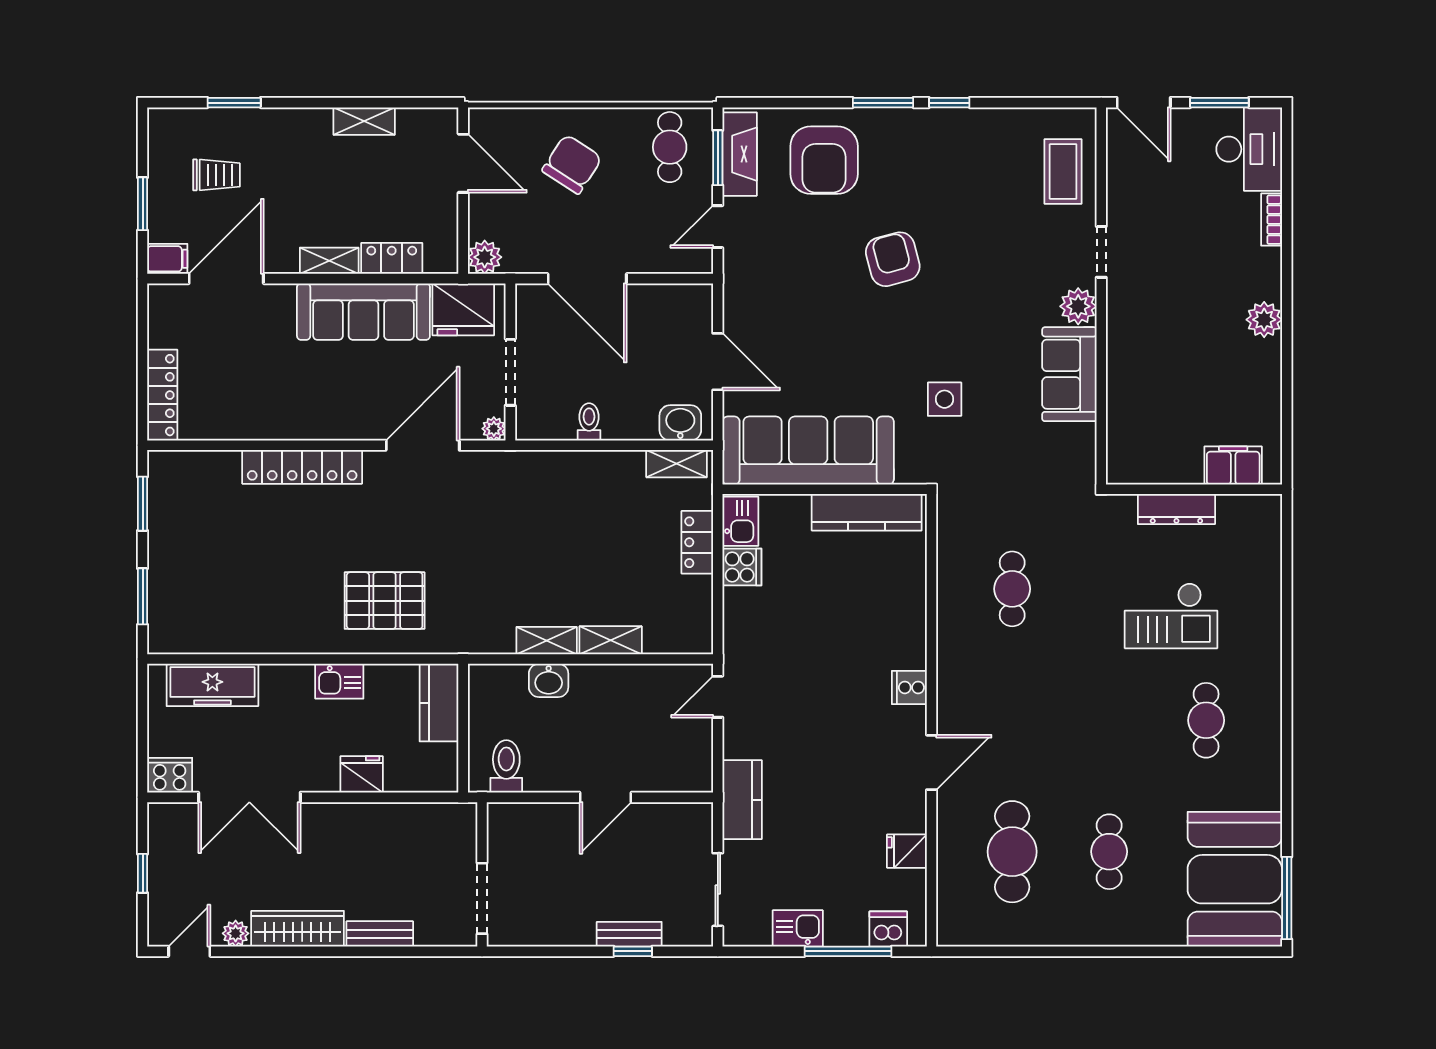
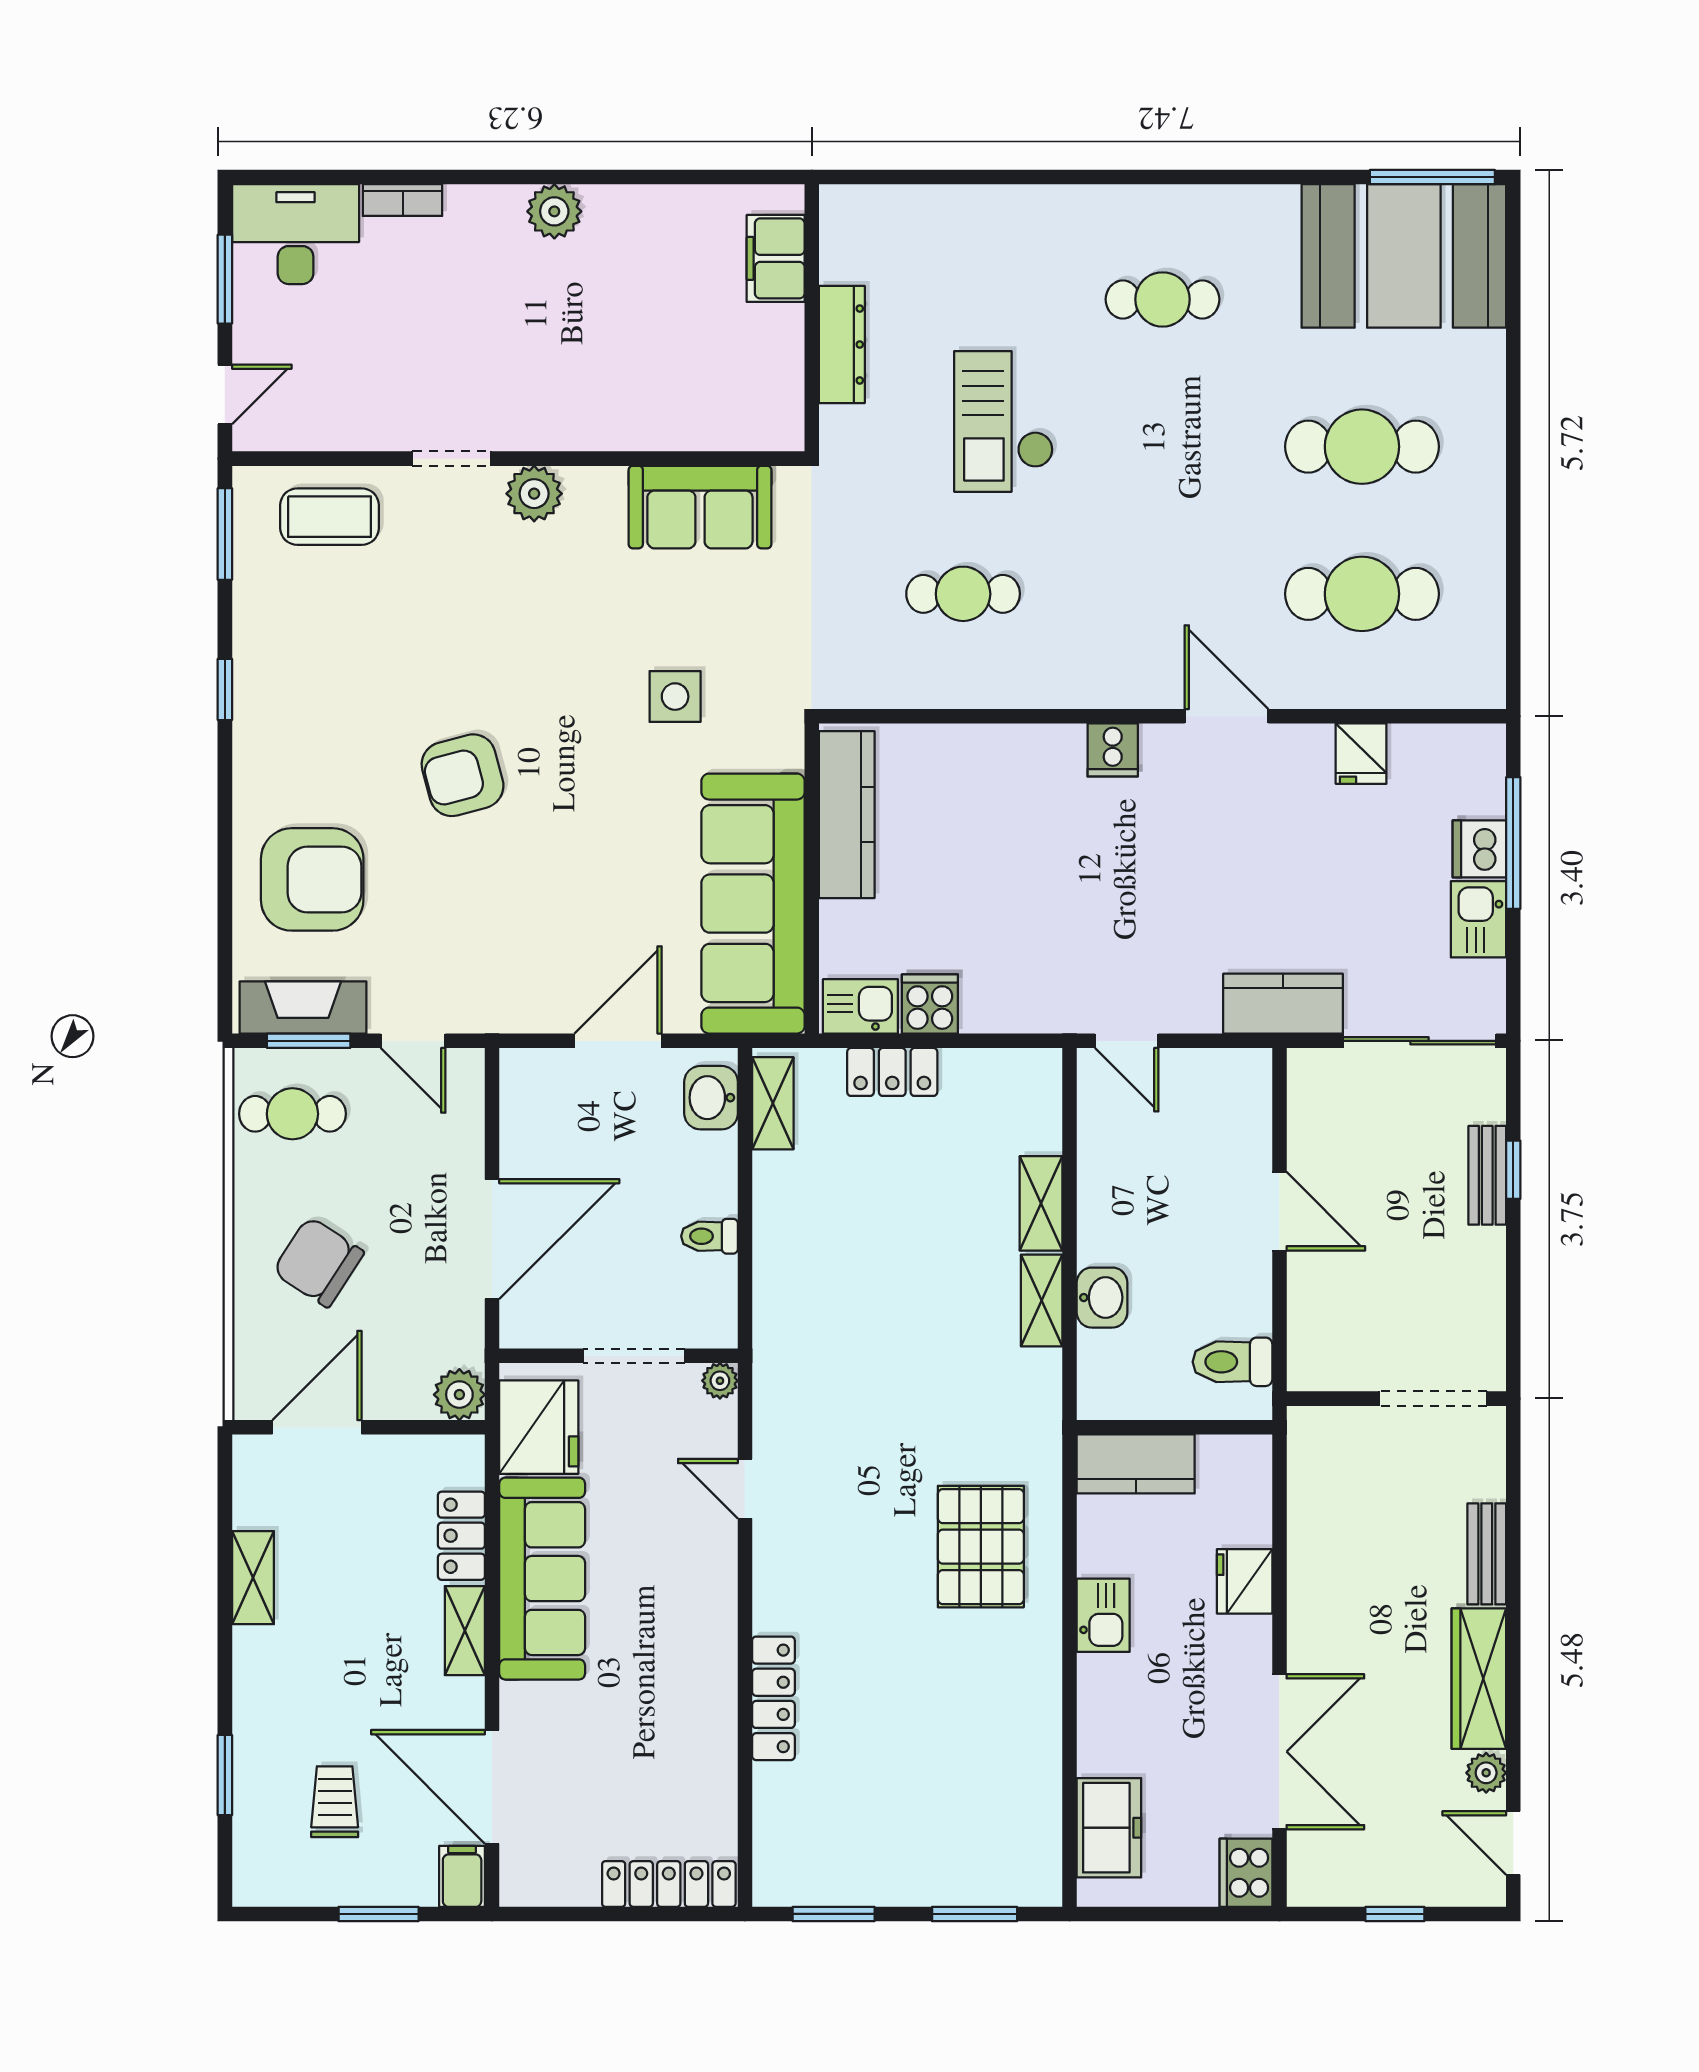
window: (883, 103) -> (225, 534), moved
door: (1144, 103) -> (225, 394), width x0.73
sofa: (1069, 374) -> (700, 507), moved
door: (423, 445) -> (745, 1489), width x0.53
locker: (302, 467) -> (773, 1698), width x0.71, depth x0.83
checkout: (1171, 616) -> (1004, 421), moved, turned 180
freezer: (212, 685) -> (1109, 1828), width x0.71
cafe table: (1109, 852) -> (1362, 447), width x1.37, depth x1.35
sliding door: (718, 890) -> (1419, 1041), width x1.37
dishwasher: (888, 929) -> (1479, 849), moved

